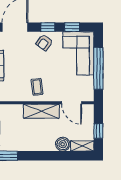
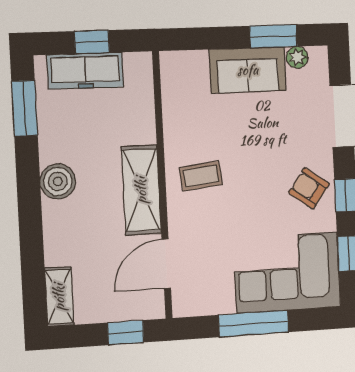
window: (98, 68) -> (254, 324), width x0.68
window: (98, 131) -> (126, 333), moved
boiler: (63, 144) -> (58, 181), moved

